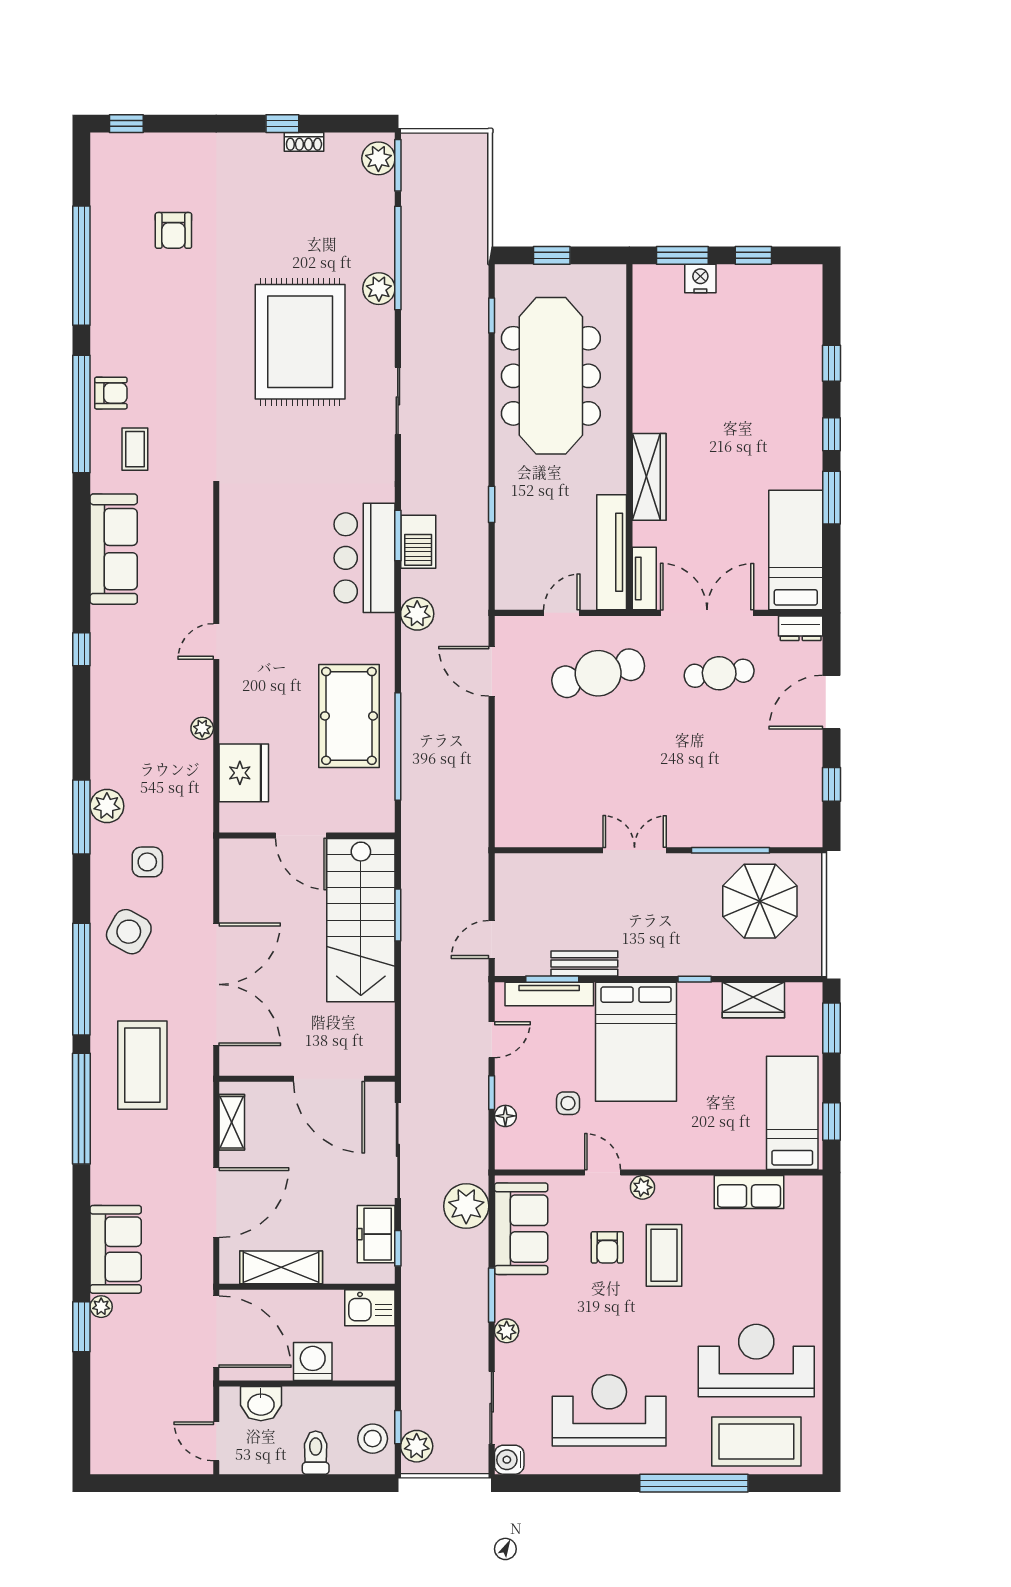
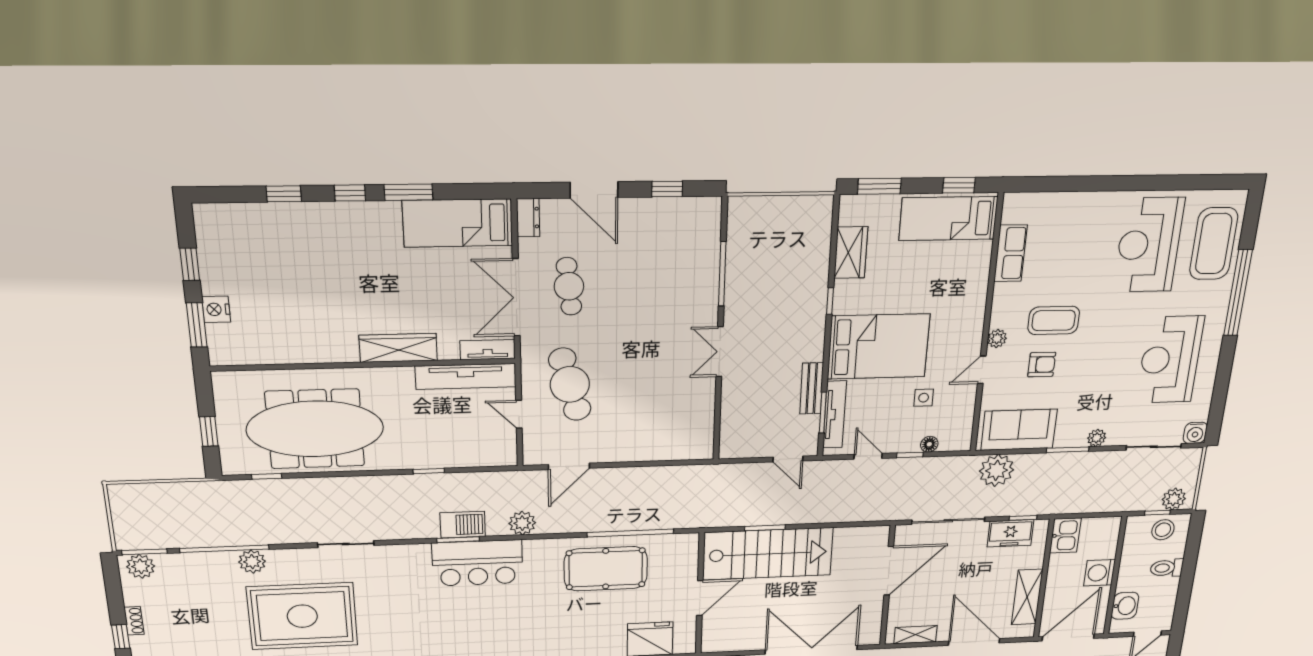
parasol: (760, 901) -> (767, 249), removed

